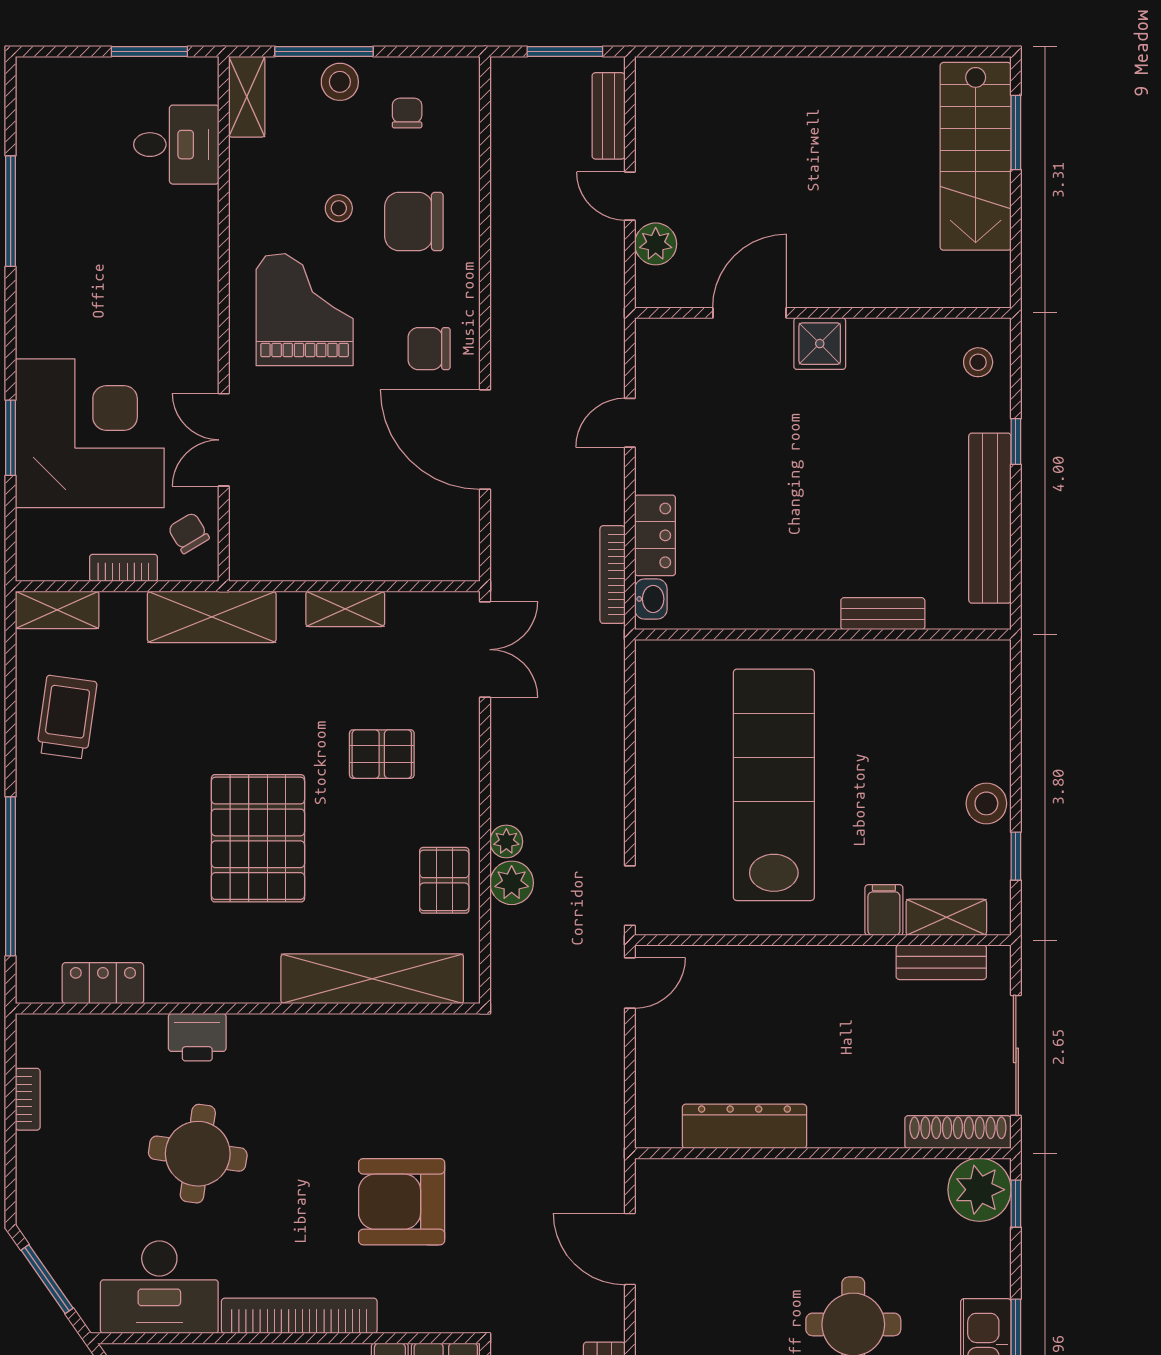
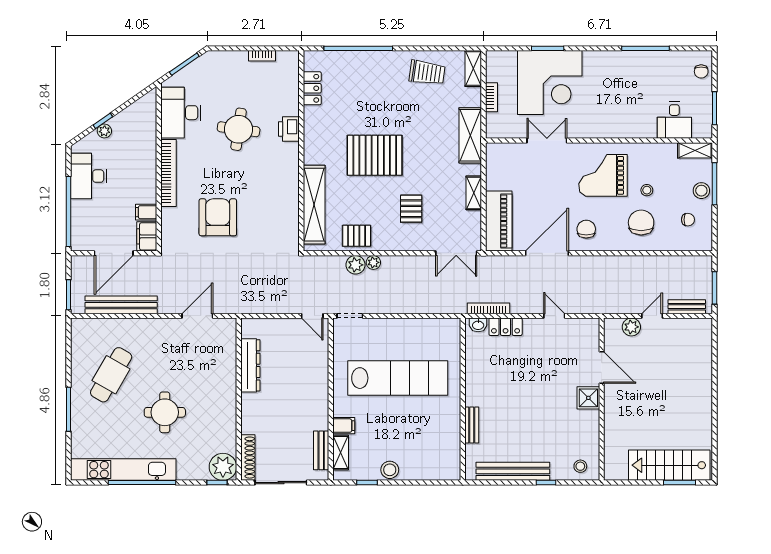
grand piano: (305, 310) -> (603, 175), turned 180
chair: (189, 533) -> (701, 71), moved, turned 121
piano: (410, 551) -> (499, 221), added

